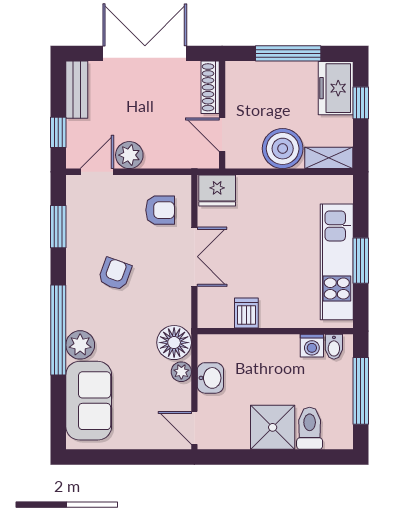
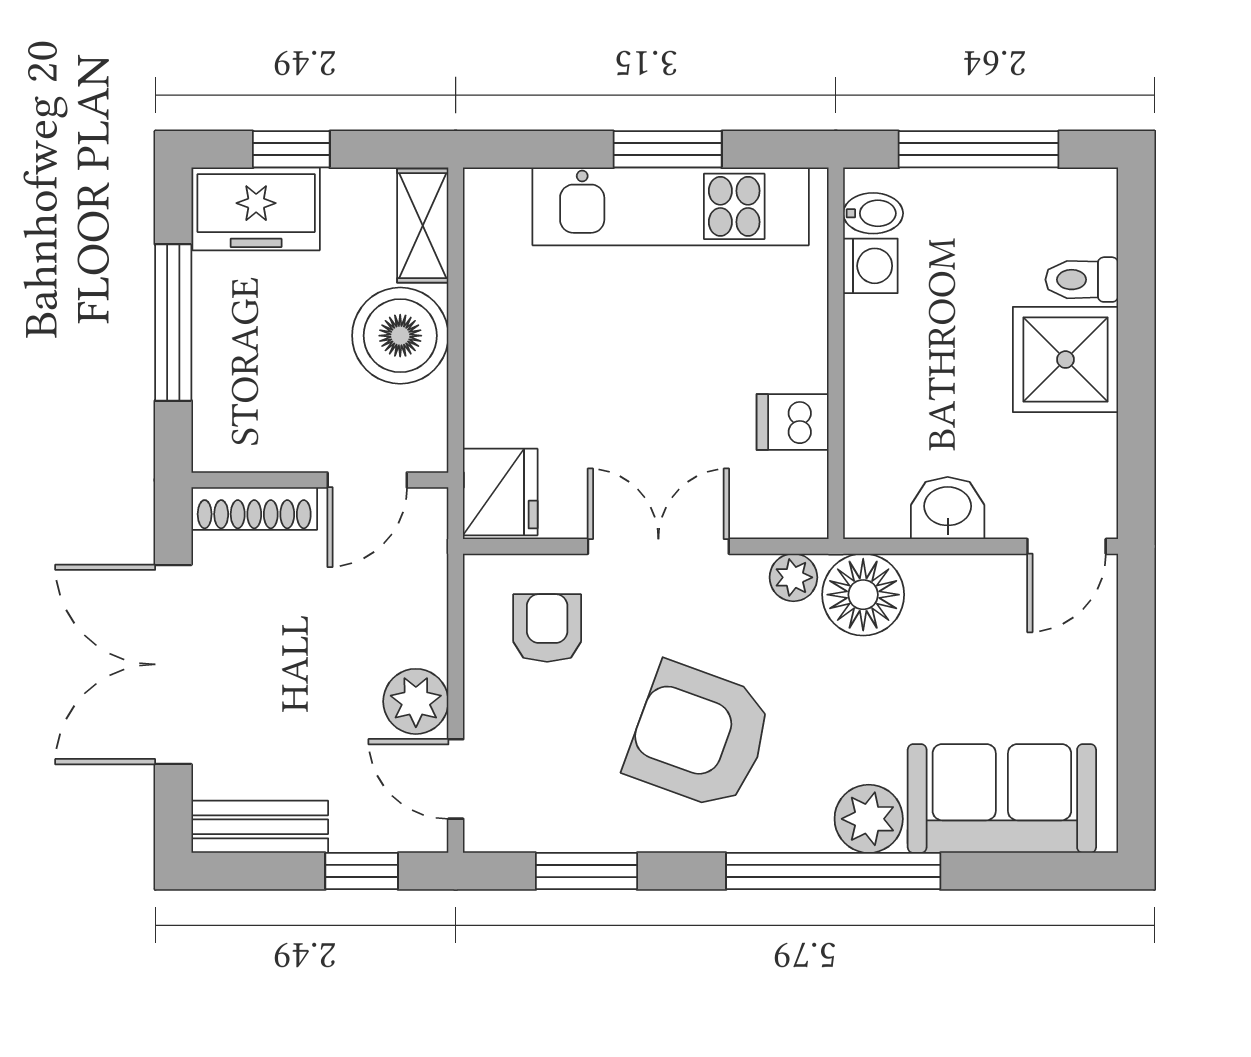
armchair: (115, 274) -> (699, 736), width x1.88, depth x1.88
plant: (181, 372) -> (793, 577), moved
toilet: (310, 428) -> (1082, 280), width x0.73, depth x0.72

